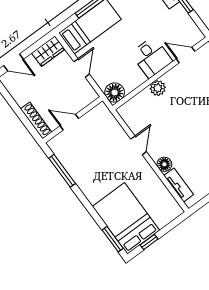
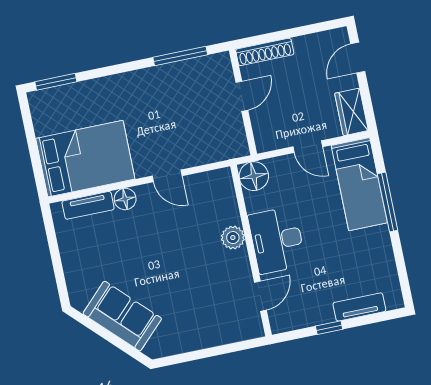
desk: (152, 57) -> (277, 240), width x1.37
bed: (126, 218) -> (85, 159), moved
window: (149, 242) -> (29, 130), removed

